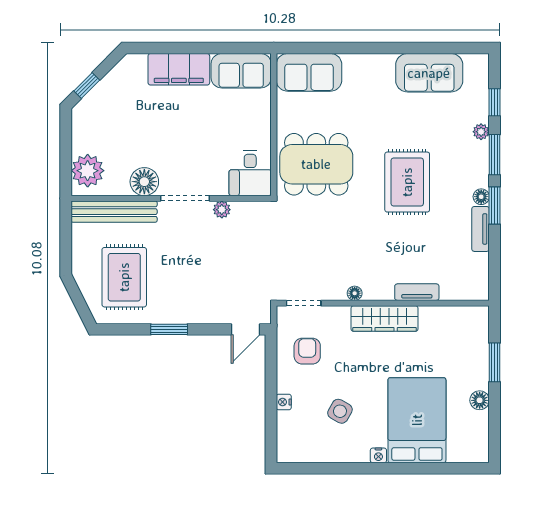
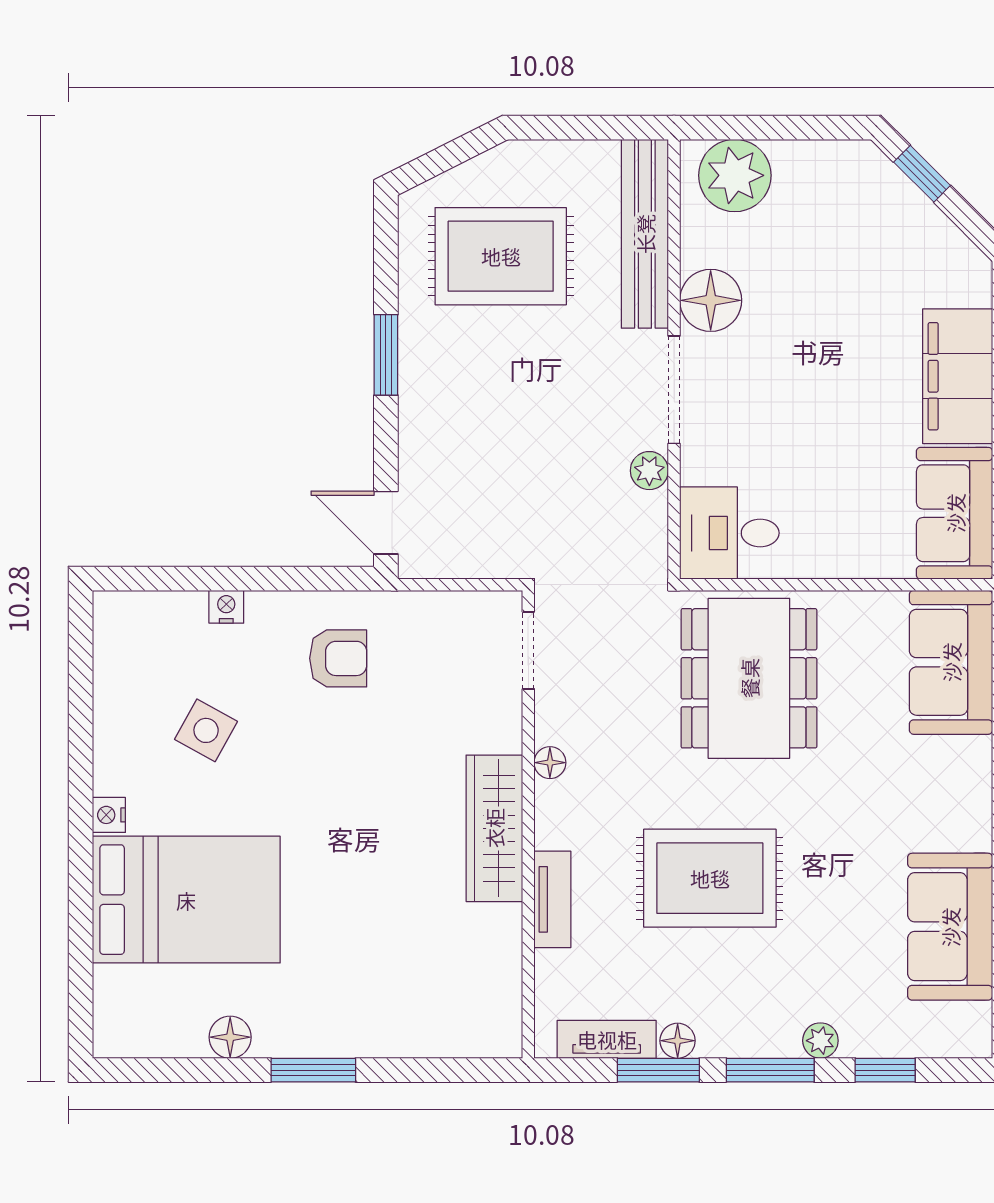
tv unit: (417, 292) -> (552, 899), moved
floor lamp: (355, 293) -> (550, 763), moved
doorway: (304, 303) -> (528, 650), moved
wall: (383, 303) -> (528, 824), moved
wardrobe: (385, 319) -> (494, 828), moved

